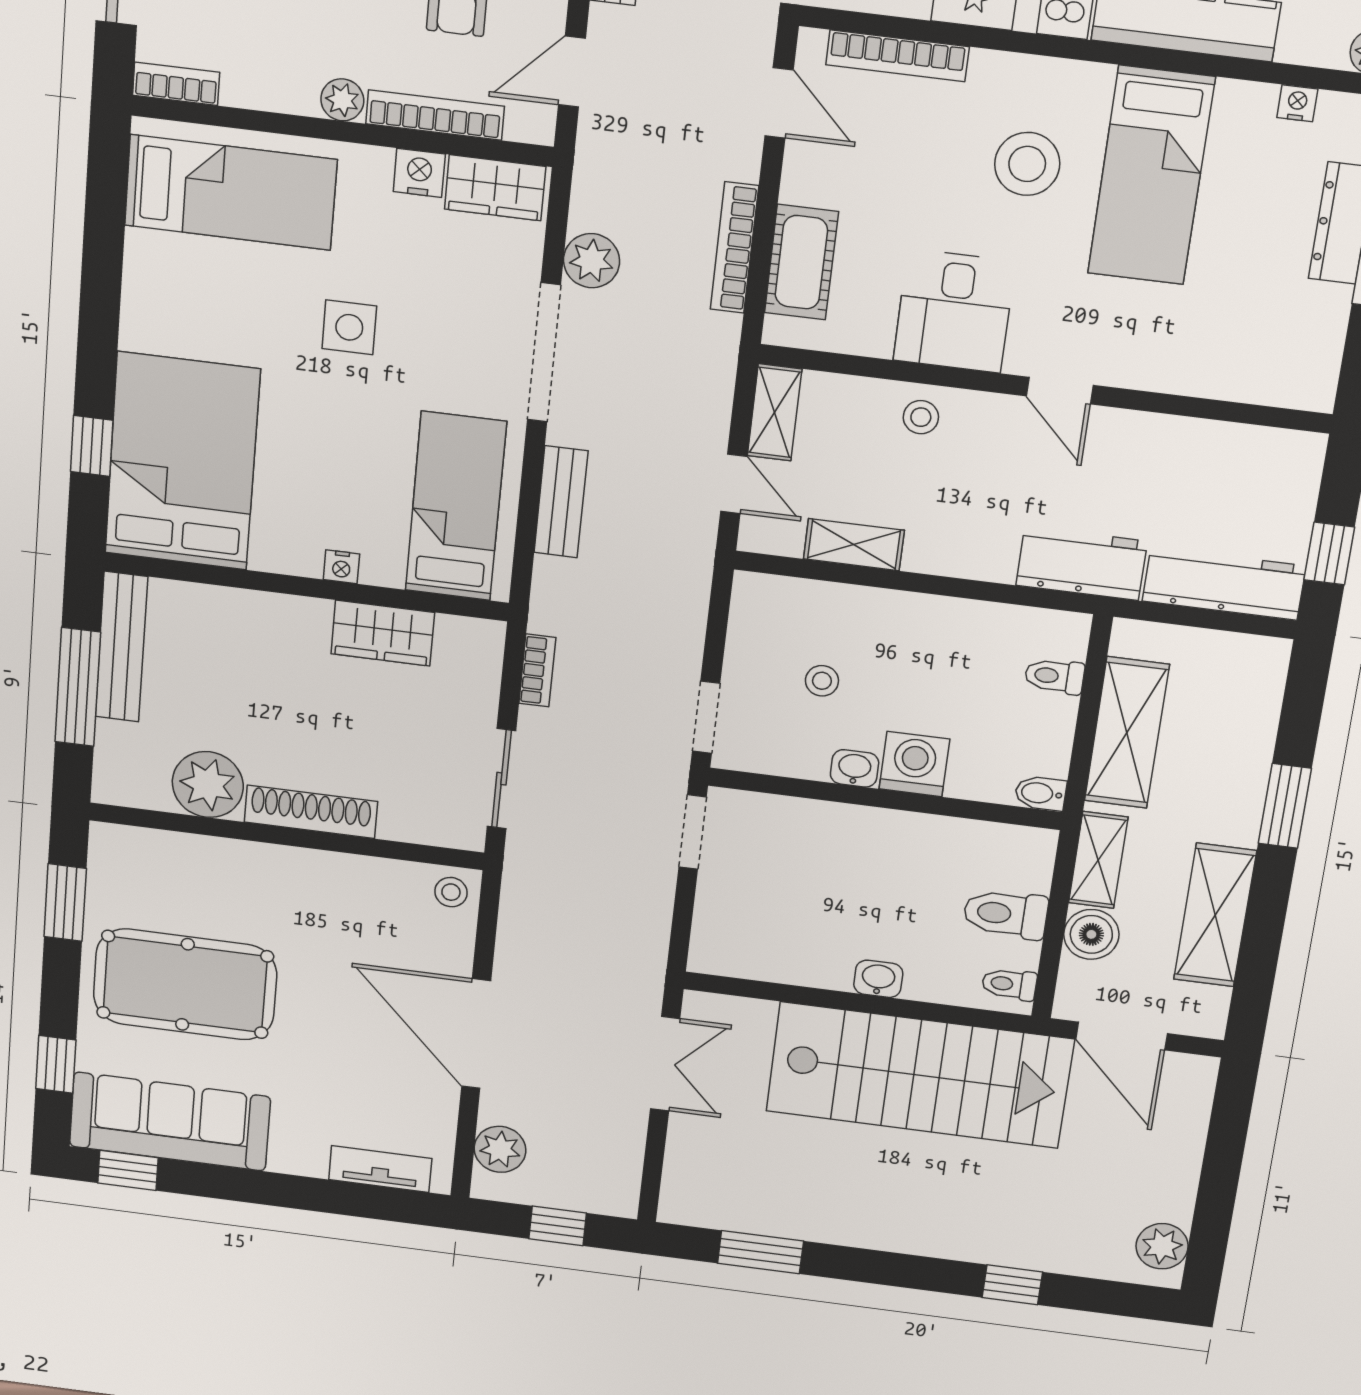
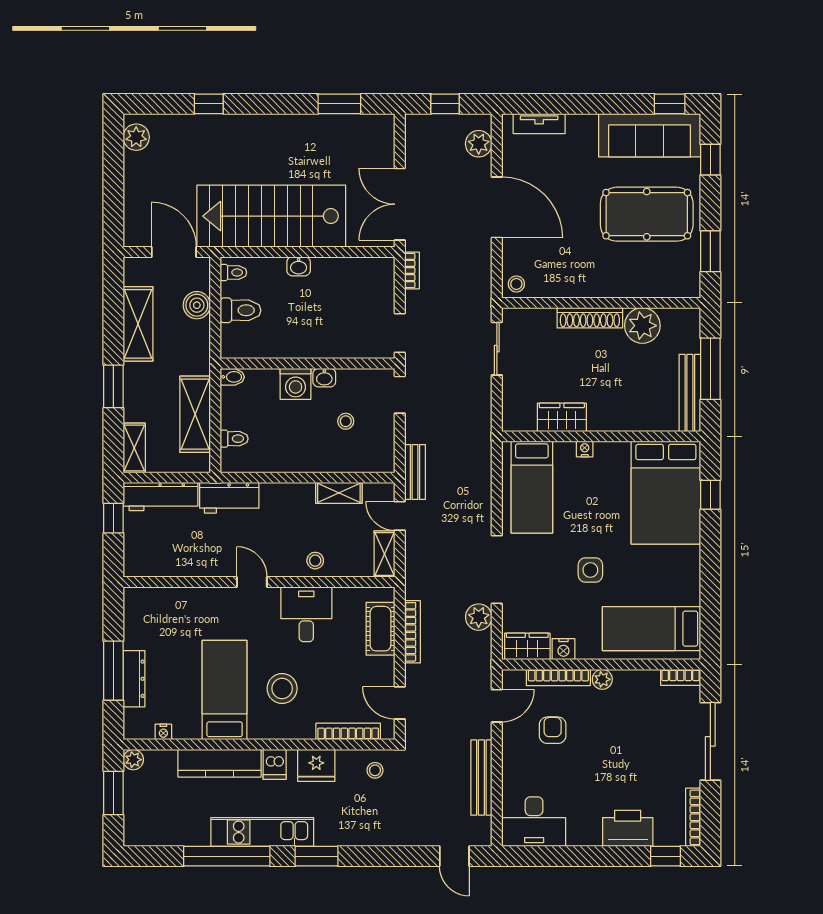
bench: (561, 502) -> (415, 472), moved
bookcase: (537, 670) -> (412, 270), moved, turned 180
shelving: (1098, 860) -> (134, 448), moved
double door: (665, 1064) -> (400, 204), width x1.37

